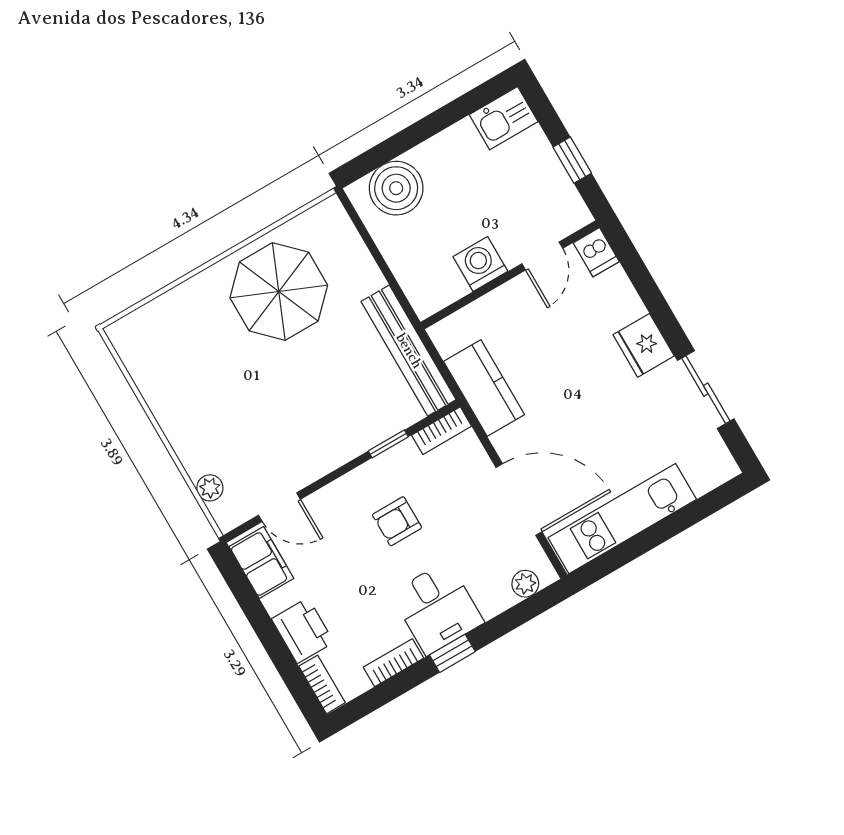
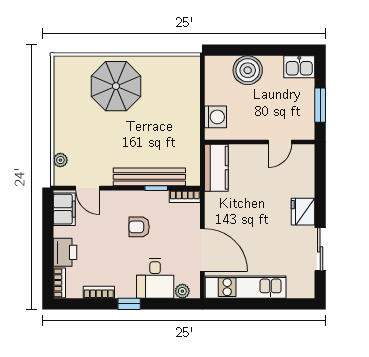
window: (572, 160) -> (320, 105), width x1.50
boiler: (396, 188) -> (248, 70), moved
dishwasher: (596, 252) -> (306, 155), removed
washing machine: (480, 264) -> (216, 117), moved, turned 90
parasol: (279, 292) -> (116, 86), moved
bench: (409, 351) -> (149, 177), moved, turned 90
kitchen counter: (484, 388) -> (216, 168), moved
desk: (437, 608) -> (155, 278), moved

